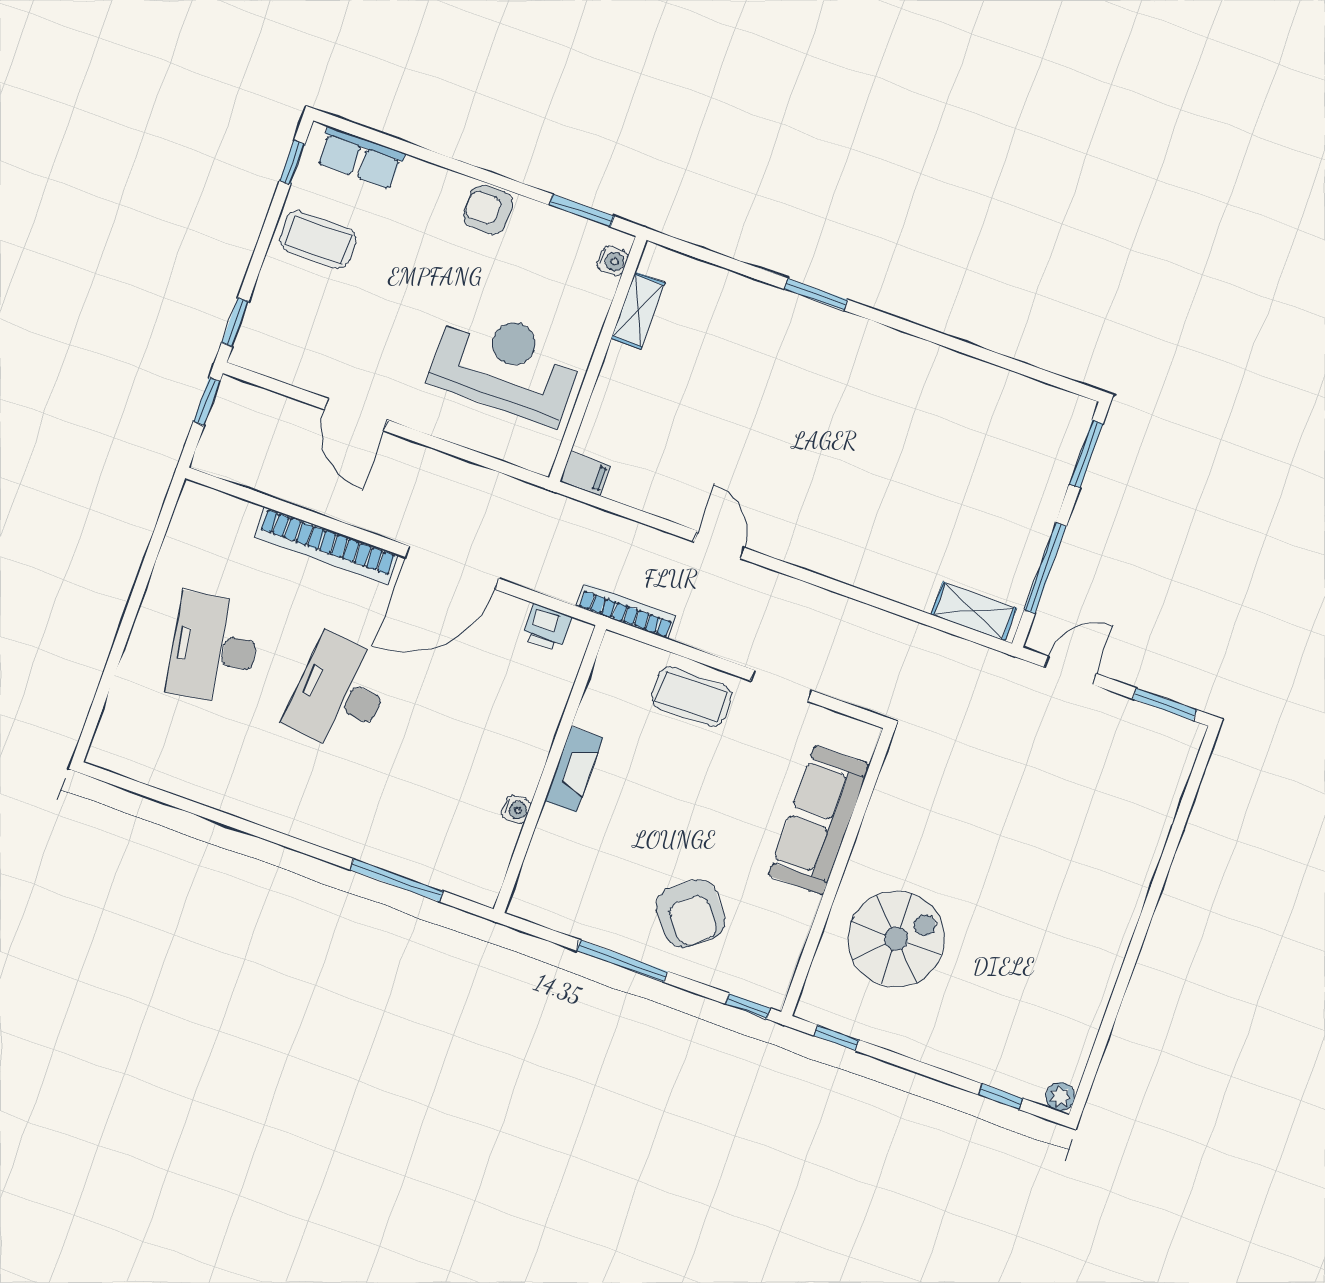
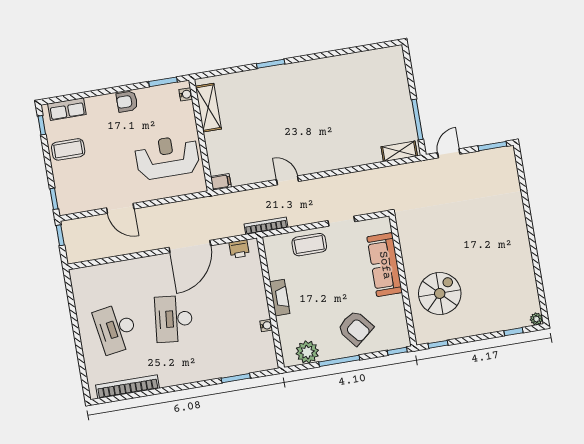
shelving: (638, 310) -> (208, 108), width x1.50, depth x1.33
window: (1086, 454) -> (409, 67), removed
bookcase: (326, 546) -> (128, 387), moved, turned 180
window: (397, 880) -> (236, 378), width x0.69
plant: (568, 908) -> (307, 352), added

